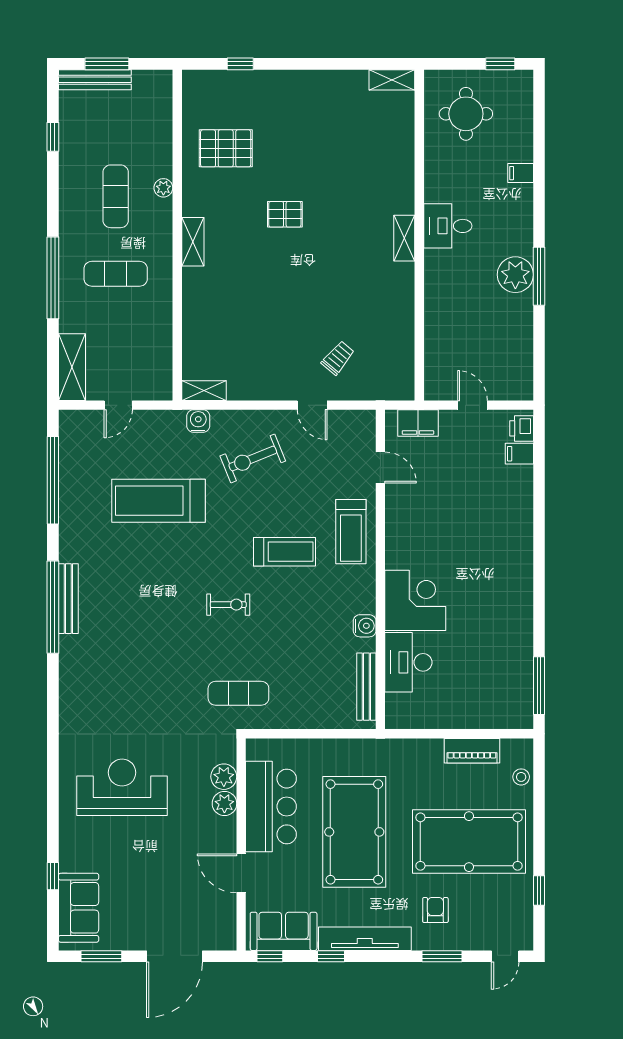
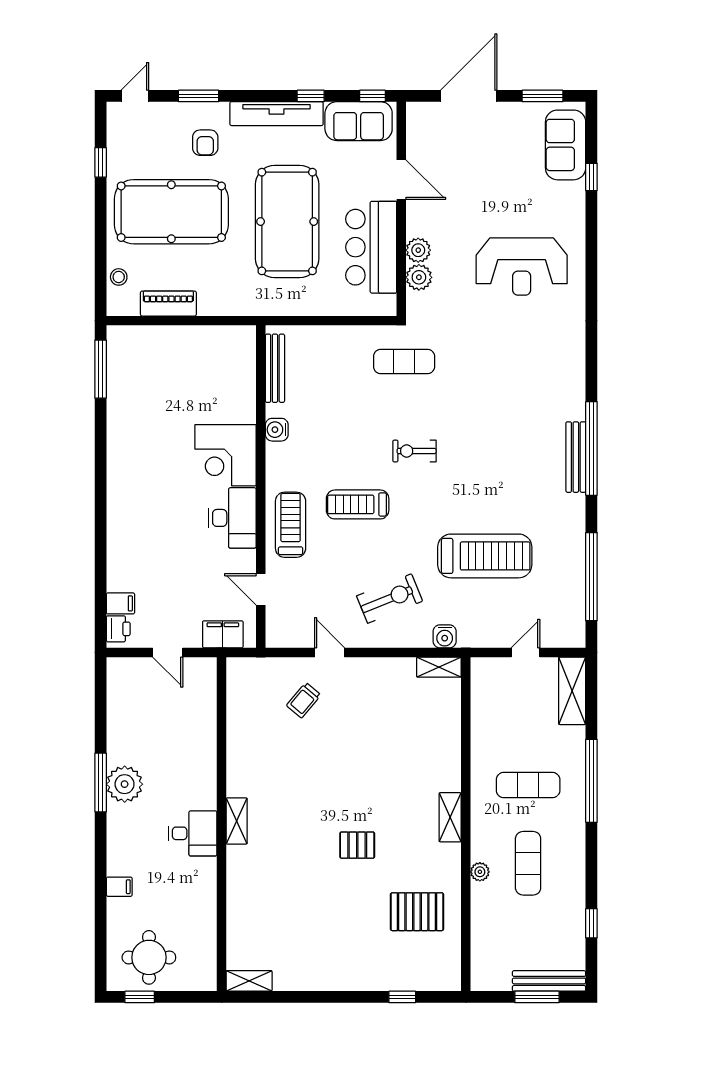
round table: (466, 114) -> (149, 957), moved
desk: (408, 662) -> (232, 518), moved

